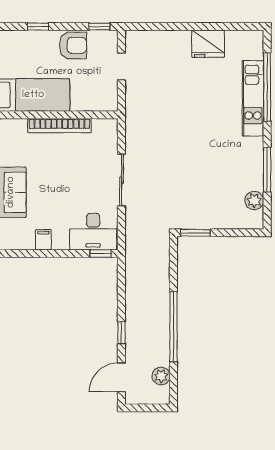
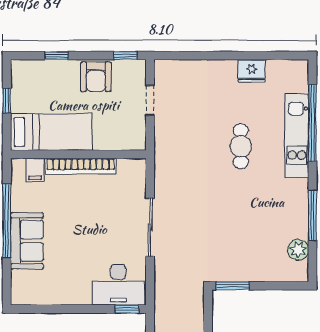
fridge: (208, 44) -> (252, 71), width x0.73, depth x0.75
armchair: (73, 45) -> (96, 77), turned 90
cafe table: (203, 108) -> (241, 146), added
filing cabinet: (43, 240) -> (35, 170), moved, turned 180

